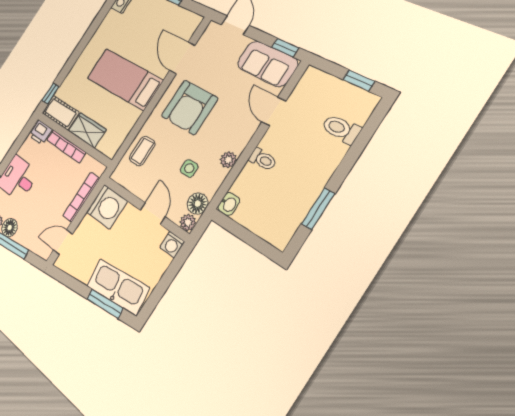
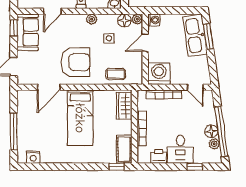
wardrobe: (87, 130) -> (124, 106), moved
printer: (40, 133) -> (159, 156), moved, turned -90

